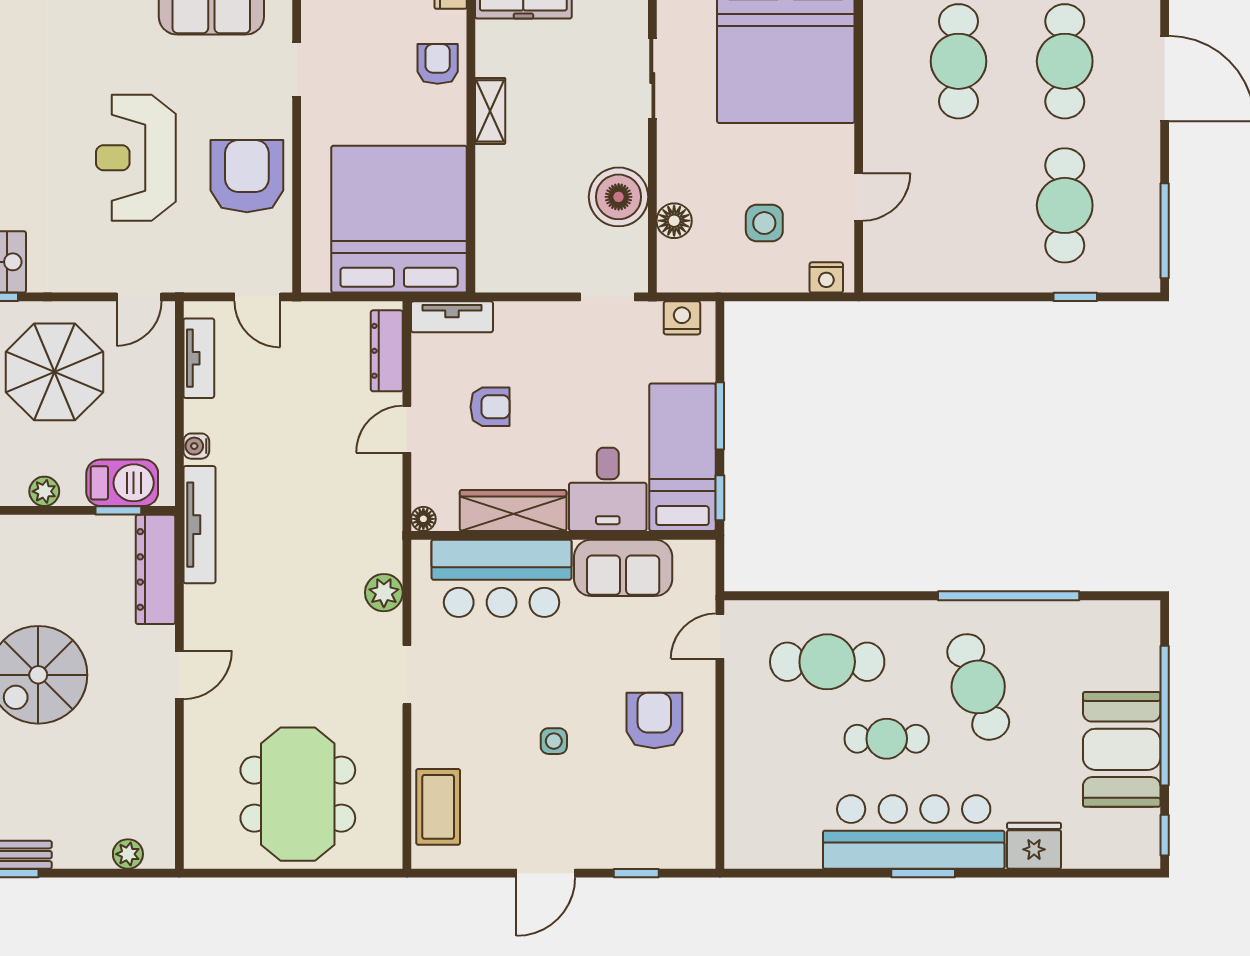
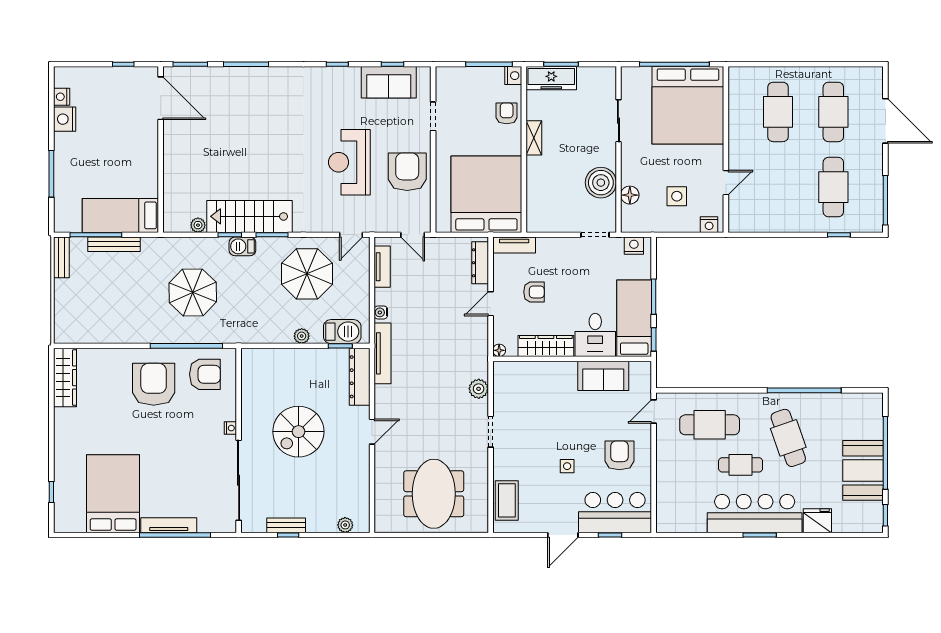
bar counter: (502, 578) -> (615, 513), moved, turned 180

